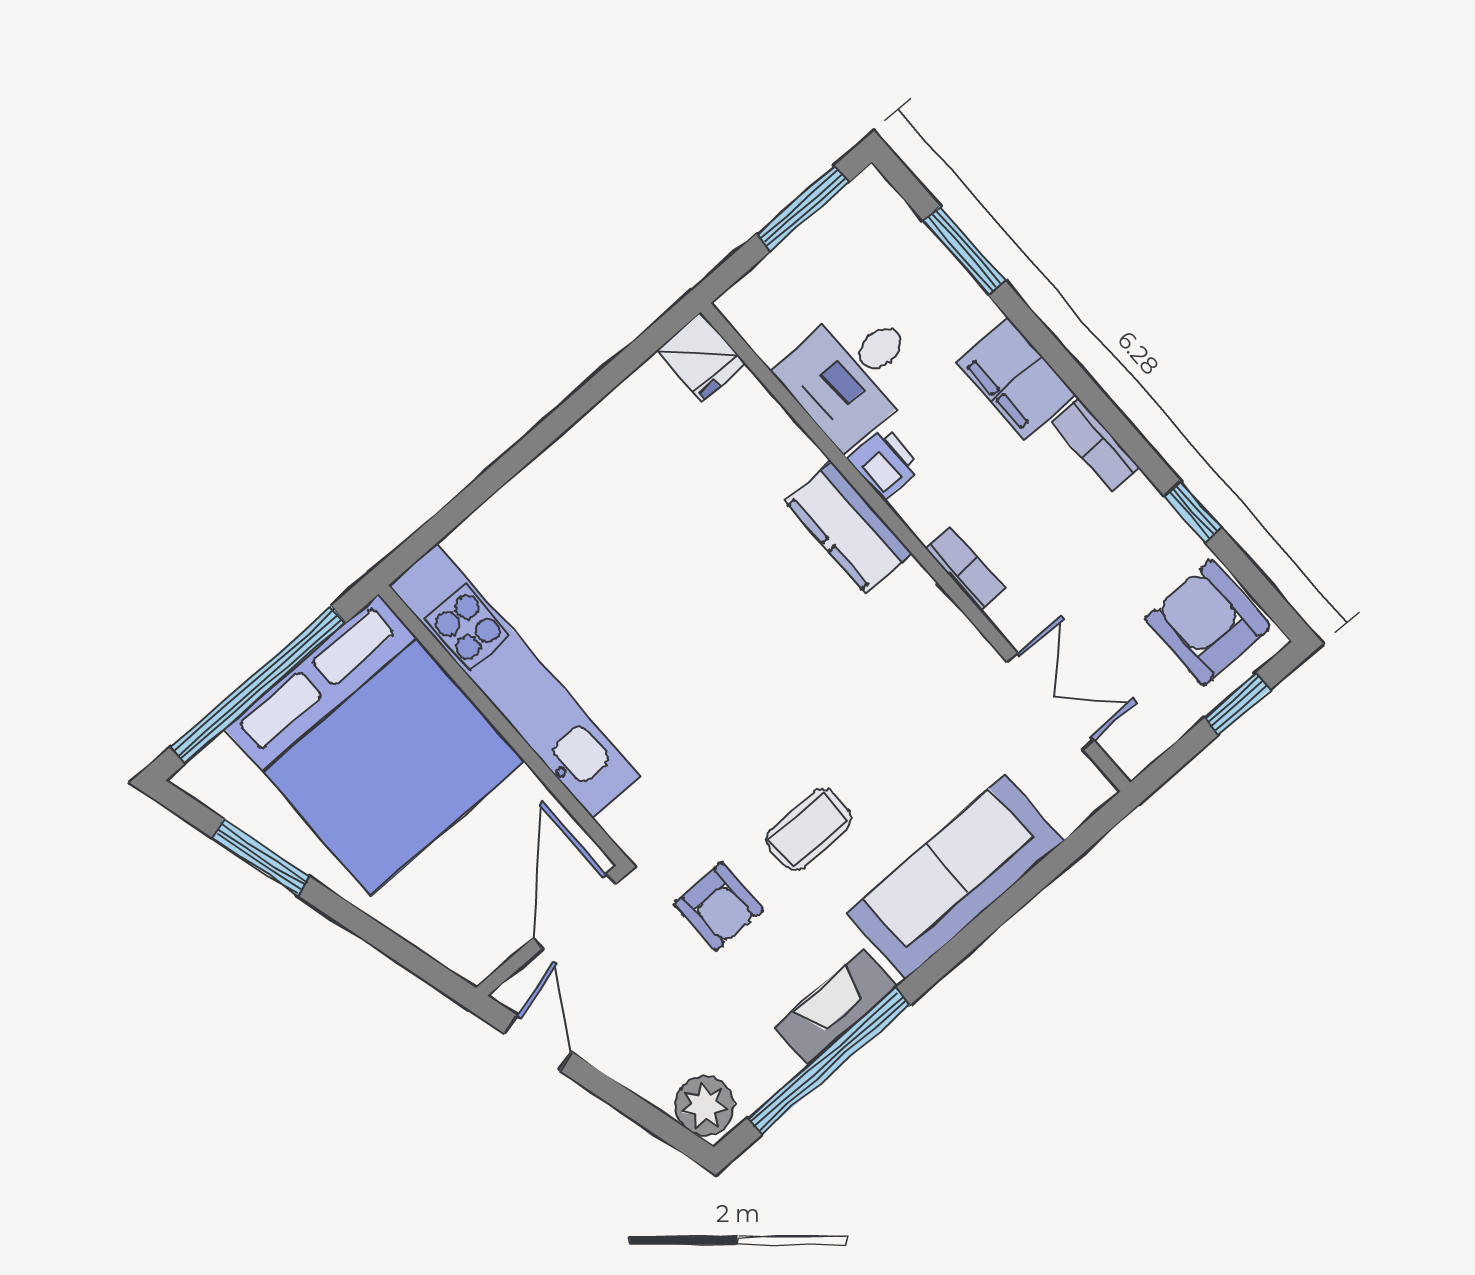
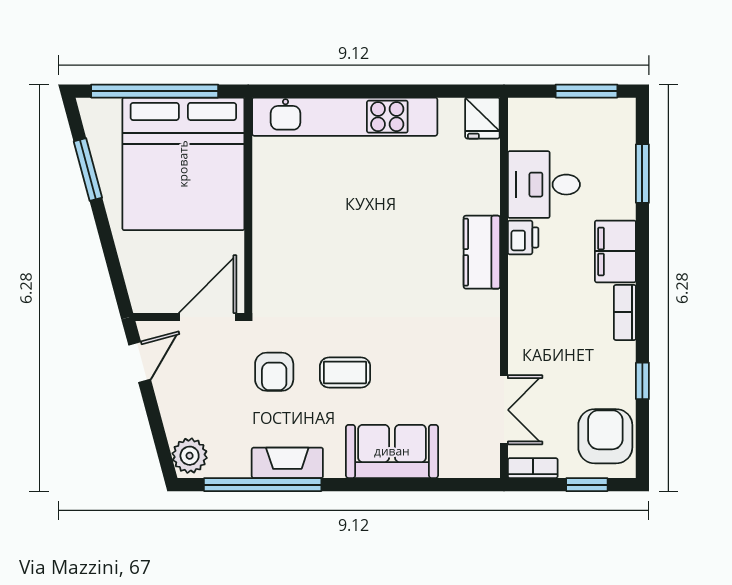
bookcase: (965, 568) -> (533, 468), moved, turned -90
kitchen unit: (515, 681) -> (345, 117), moved, turned 90
sofa: (955, 877) -> (392, 451), width x0.73

